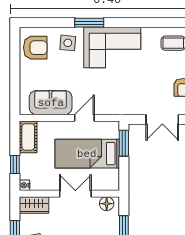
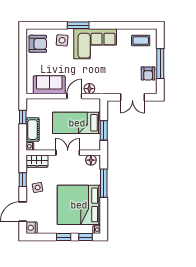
floor lamp: (104, 108) -> (89, 89), added
cot: (28, 137) -> (33, 130), moved
window: (124, 143) -> (104, 130), moved
window: (15, 164) -> (23, 117), moved

